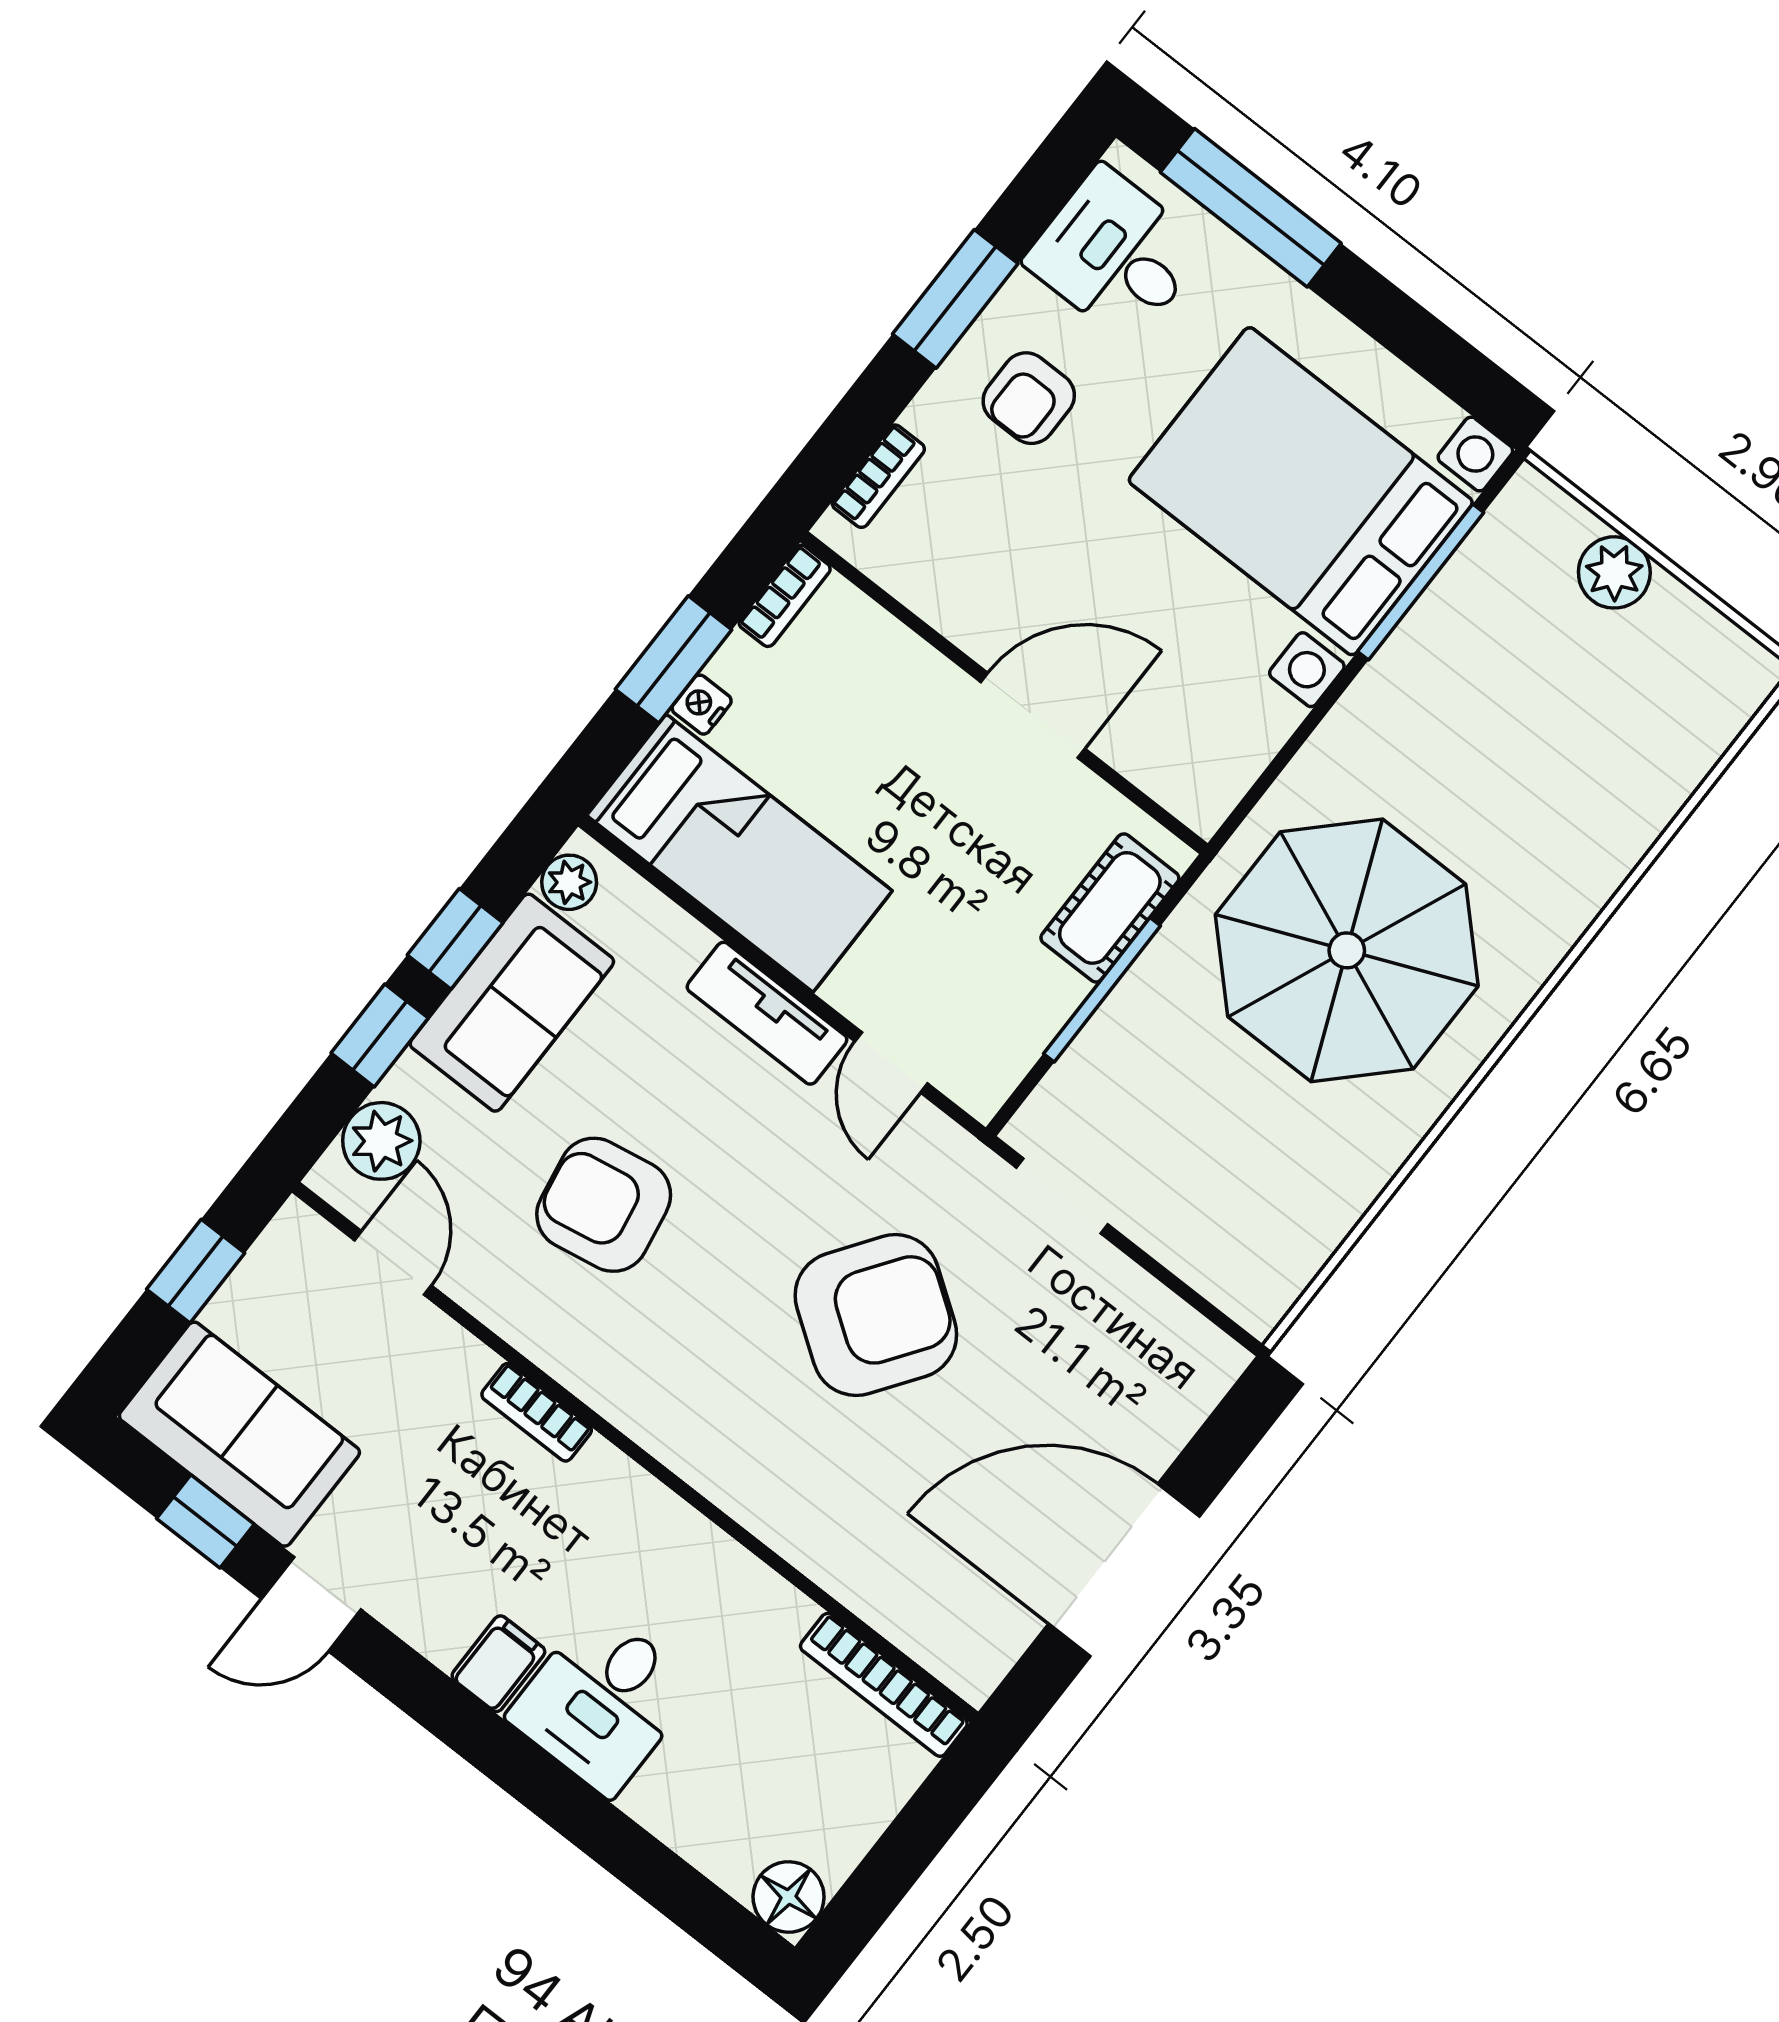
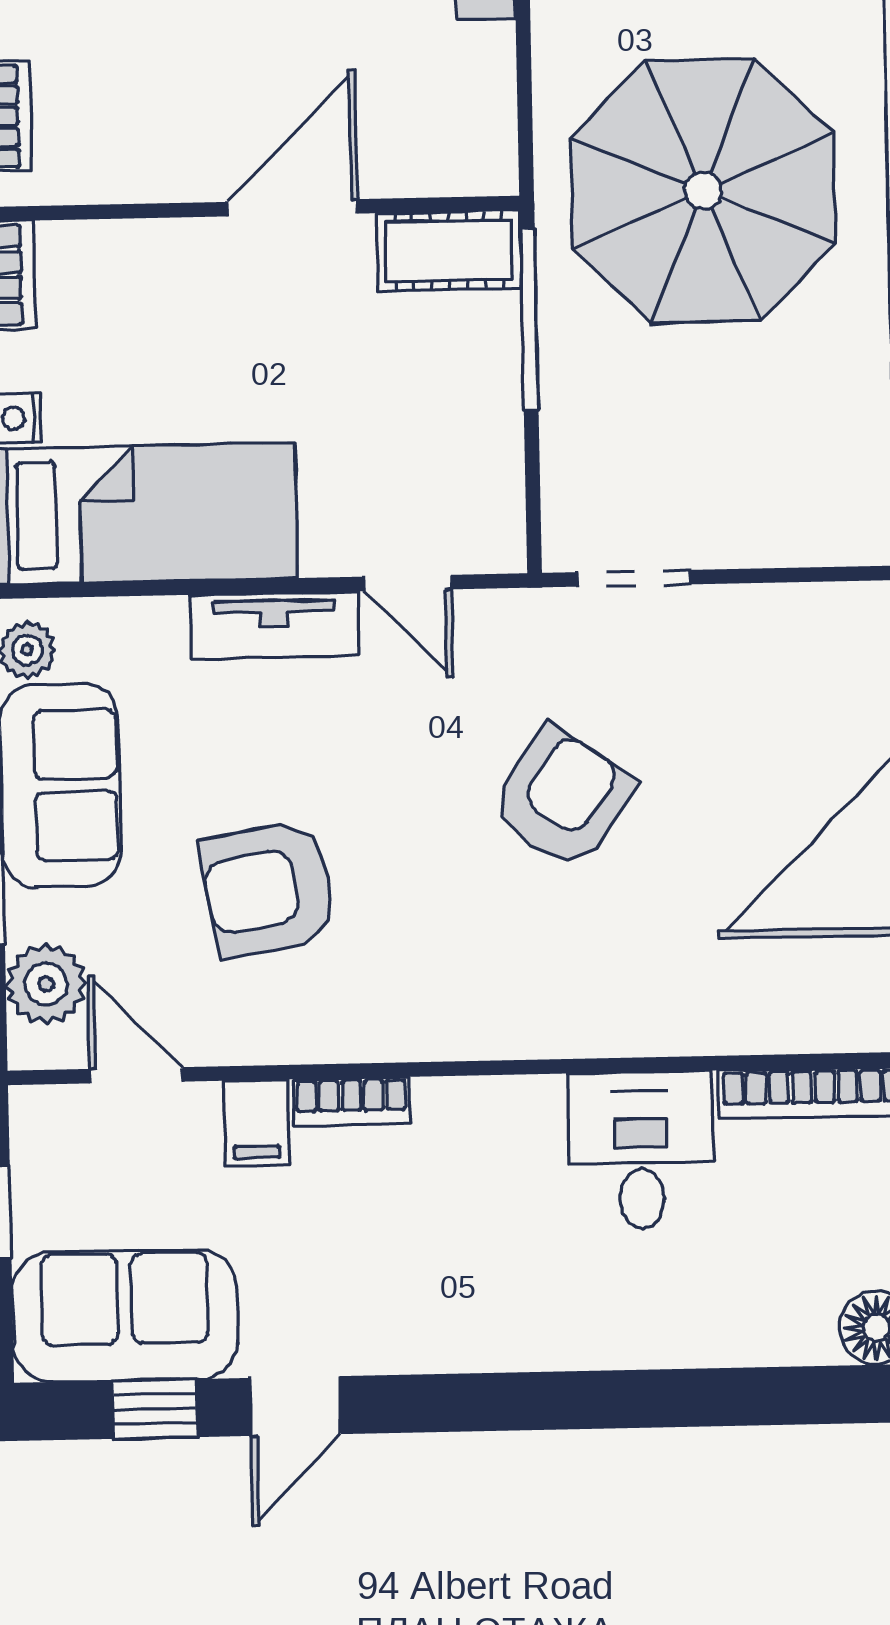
cot: (1110, 908) -> (449, 251), moved, turned 90
window: (1102, 990) -> (529, 319), moved
armchair: (876, 1315) -> (562, 798), width x0.73, depth x0.73
filing cabinet: (498, 1664) -> (256, 1122), moved, turned 180
desk: (602, 1702) -> (641, 1150), moved, turned 180

